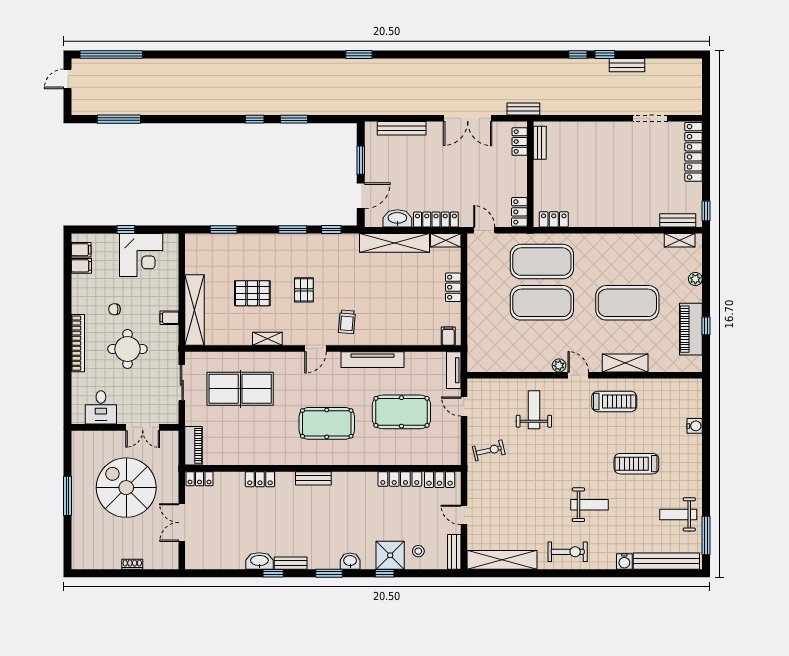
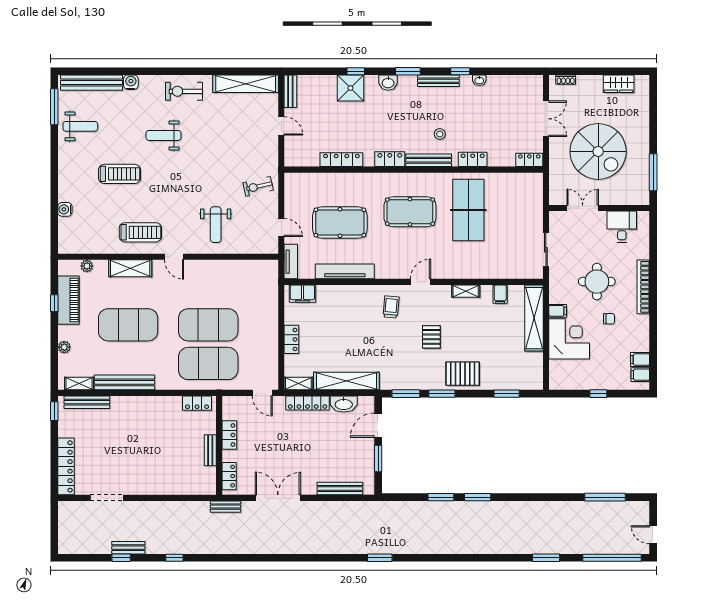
window: (182, 54) -> (546, 558), added
window: (605, 54) -> (121, 558), moved
door: (67, 79) -> (653, 535), swing flipped
window: (255, 119) -> (478, 497), width x1.50
bench: (540, 143) -> (210, 450), moved
locker: (519, 212) -> (229, 435), moved
bench: (678, 220) -> (87, 402), width x1.36
window: (331, 229) -> (406, 394), width x1.50
bench: (631, 241) -> (125, 382), added
corner desk: (141, 255) -> (569, 339), moved, turned 90
pallet: (252, 293) -> (463, 374), moved
filing cabinet: (231, 335) -> (500, 294), added
filing cabinet: (448, 336) -> (302, 294), width x2.00
tv unit: (373, 360) -> (345, 271), moved
plant: (559, 366) -> (87, 266), moved
table tennis table: (240, 389) -> (468, 210), moved, turned 90
treadmill: (614, 401) -> (140, 232), turned 180
piano: (194, 446) -> (535, 191), removed
bench: (313, 478) -> (429, 160), width x1.36
locker: (440, 480) -> (390, 159), moved
window: (67, 496) -> (653, 172), moved
stool: (418, 551) -> (440, 134), moved
wardrobe: (104, 560) -> (619, 84), added
washbasin: (259, 561) -> (479, 80), width x0.52, depth x0.69
bench: (291, 563) -> (438, 81), width x1.36
shoe rack: (132, 564) -> (566, 80), moved

